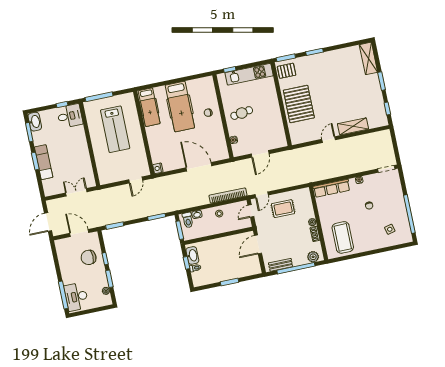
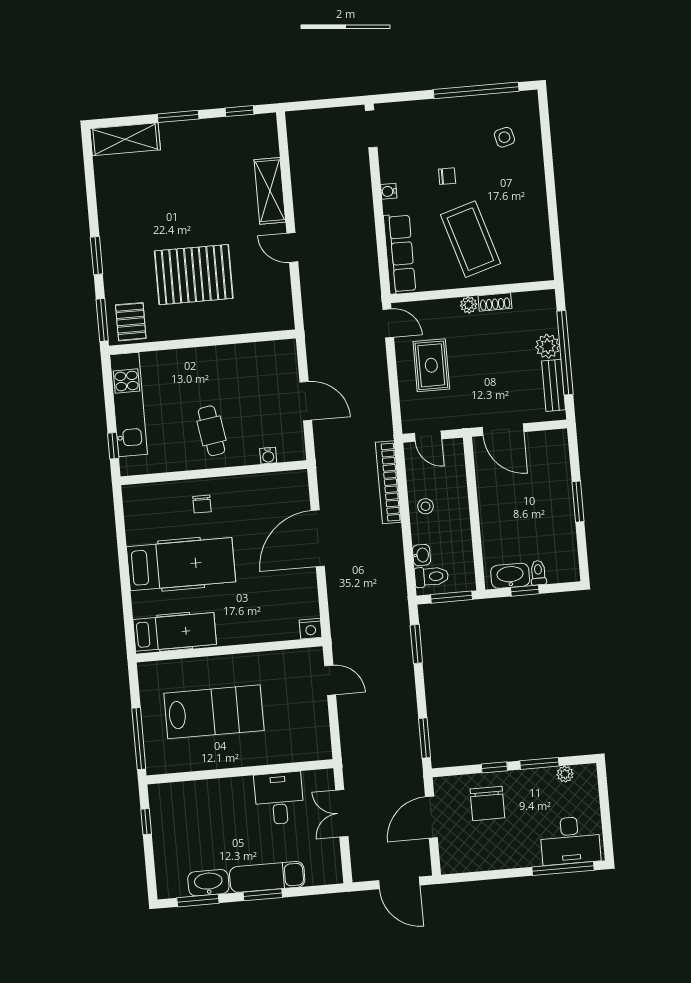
pallet: (299, 104) -> (194, 275), moved
desk: (70, 116) -> (279, 798), moved
washbasin: (35, 122) -> (208, 883), moved
door: (262, 195) -> (388, 323), moved
coffee table: (343, 237) -> (470, 239), moved, turned 73
plant: (313, 257) -> (548, 346), moved

